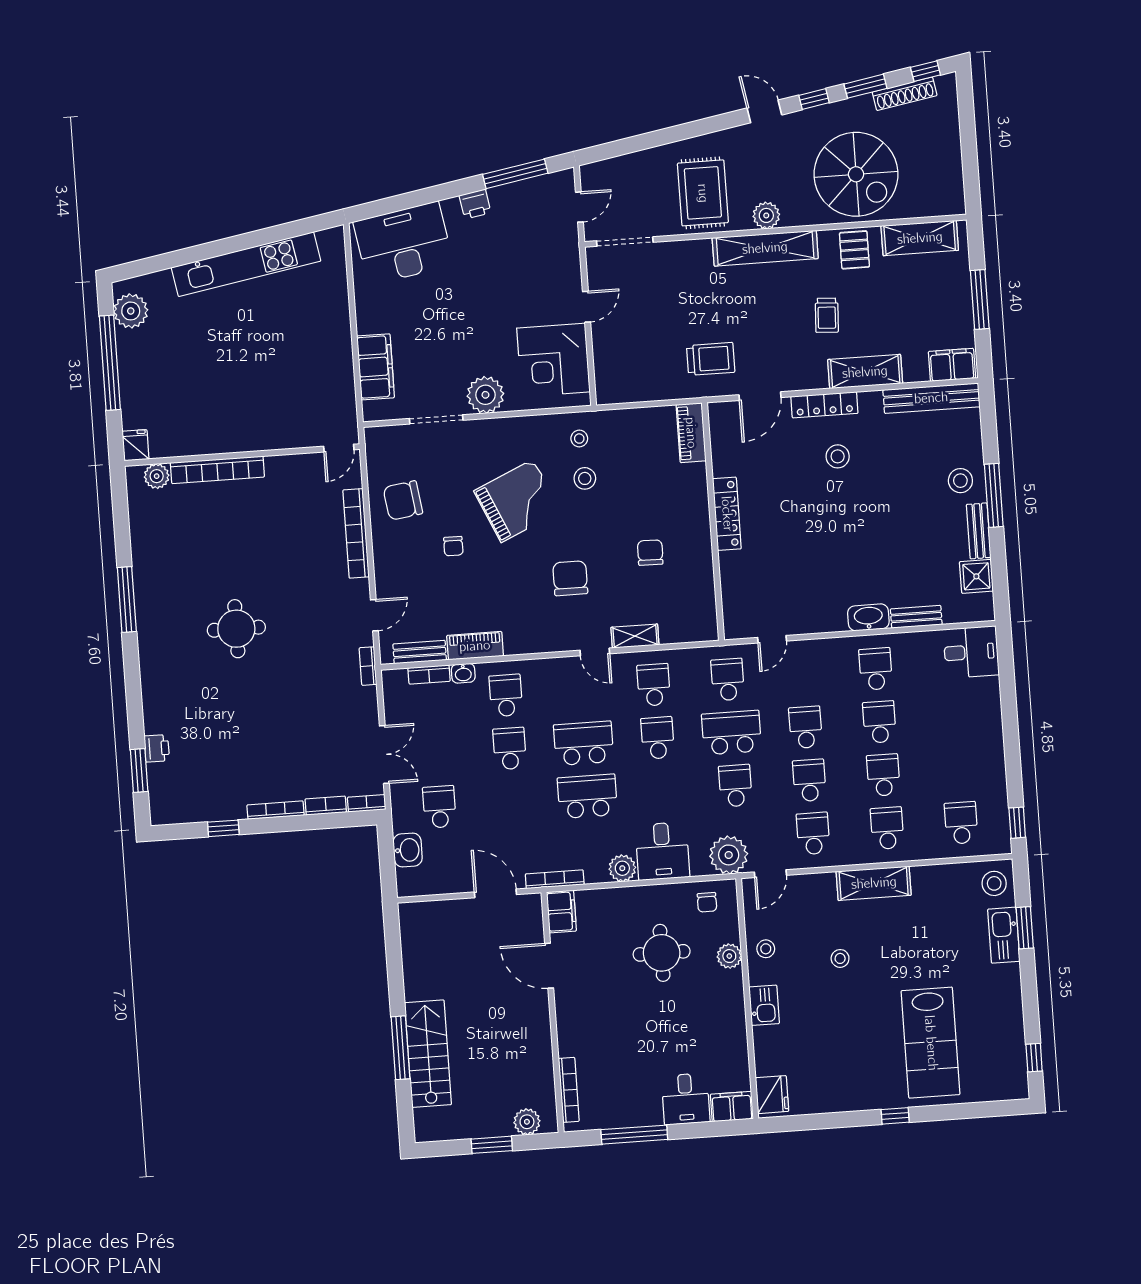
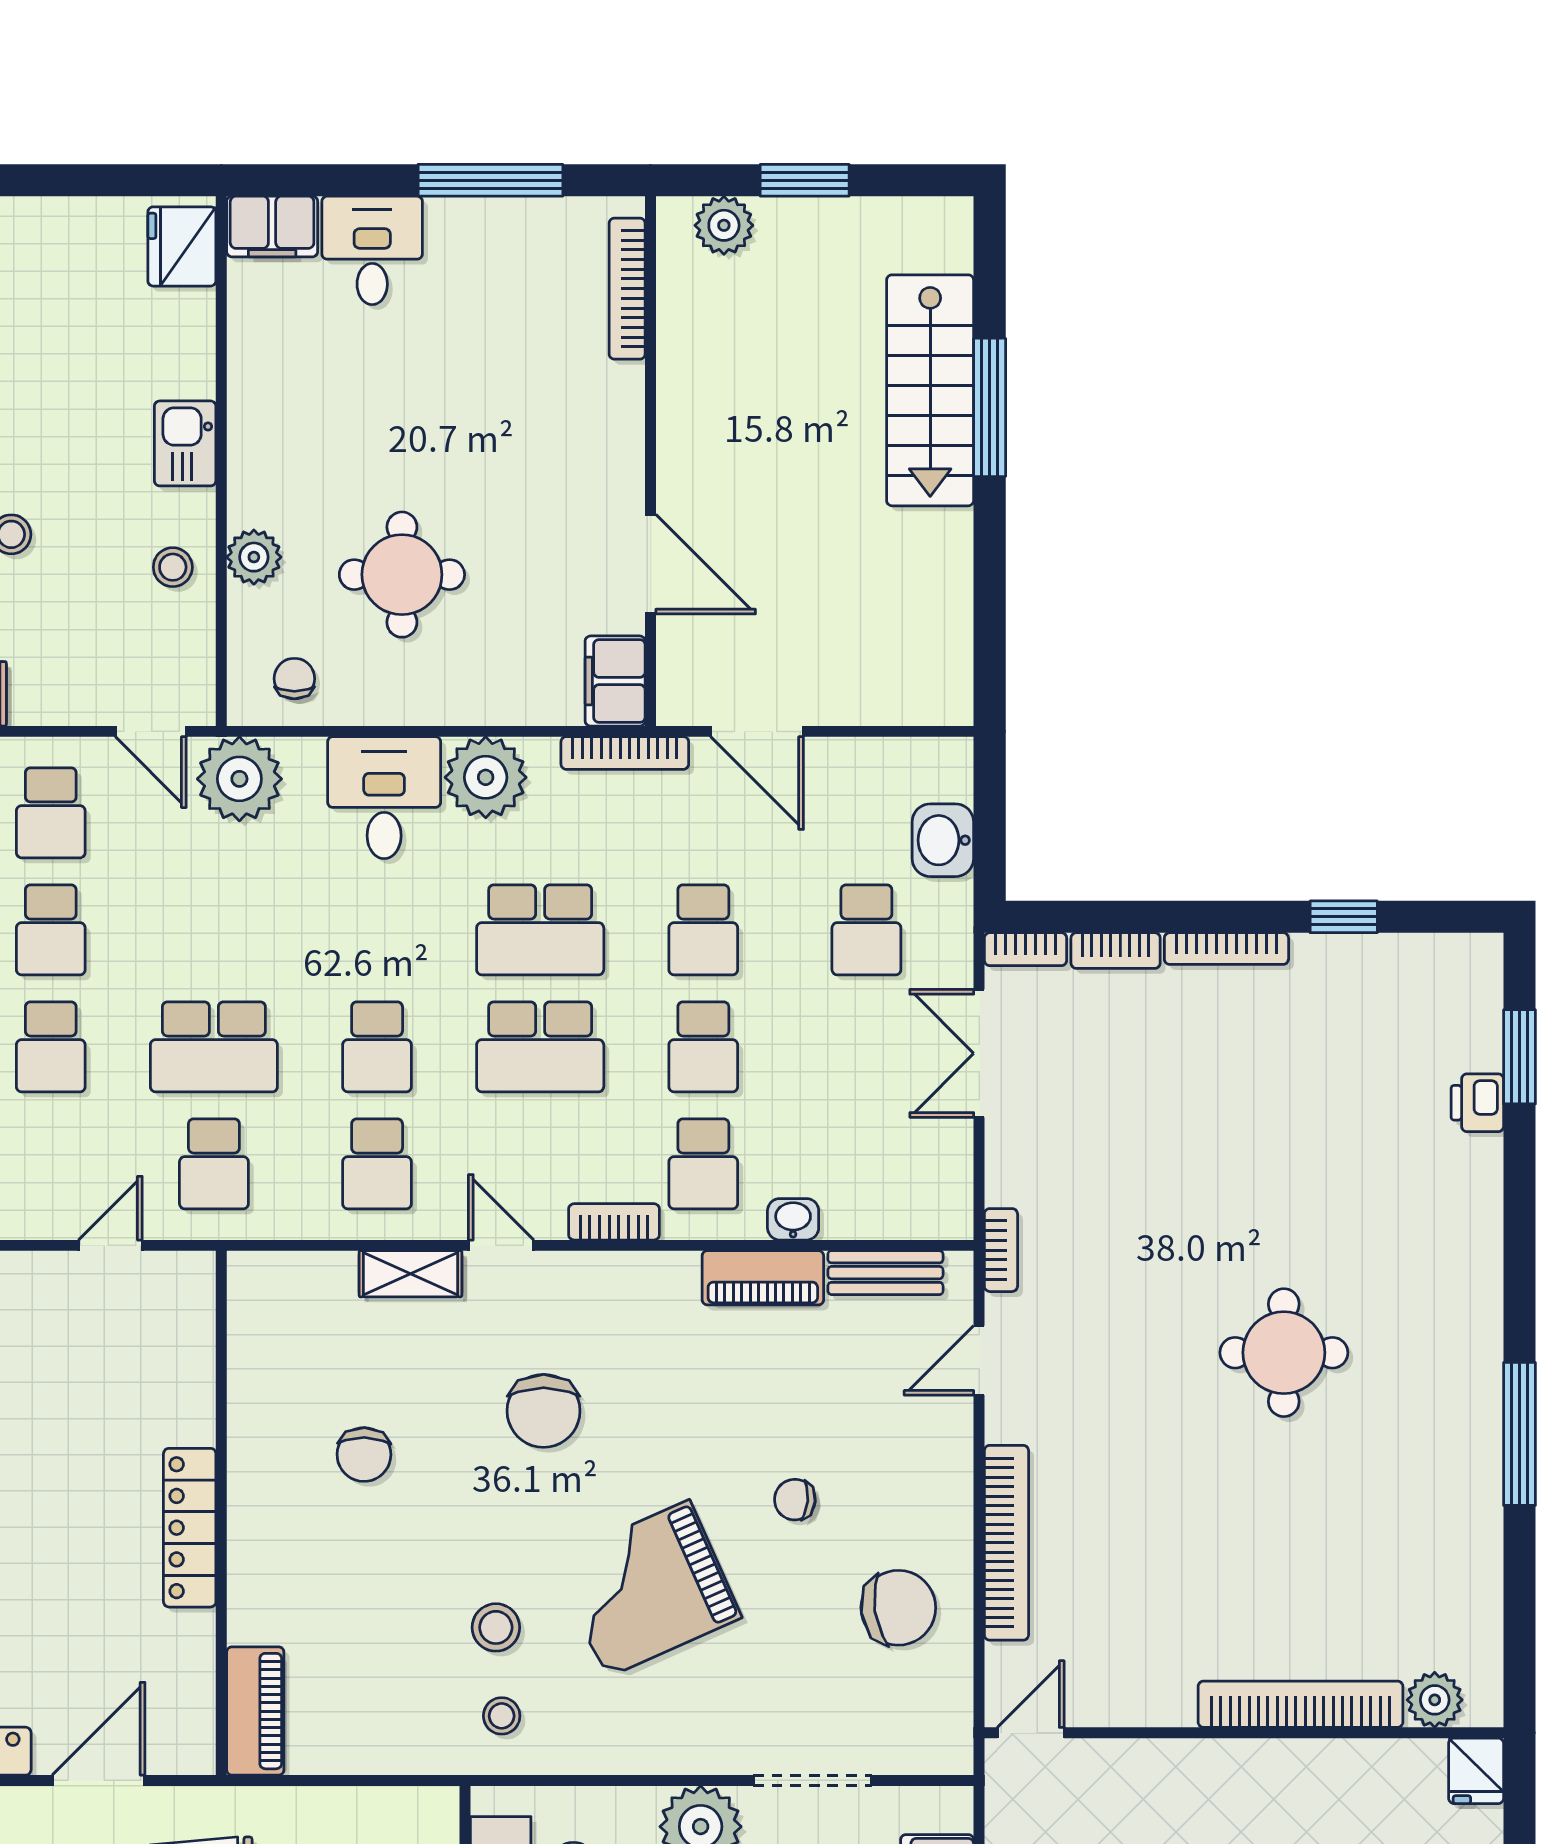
chair: (453, 546) -> (795, 1500), turned -85
bookcase: (429, 674) -> (614, 1222), moved
school desk: (735, 786) -> (703, 930), moved
plant: (622, 868) -> (486, 777), width x1.36, depth x1.36
door: (770, 874) -> (151, 731), swing flipped

